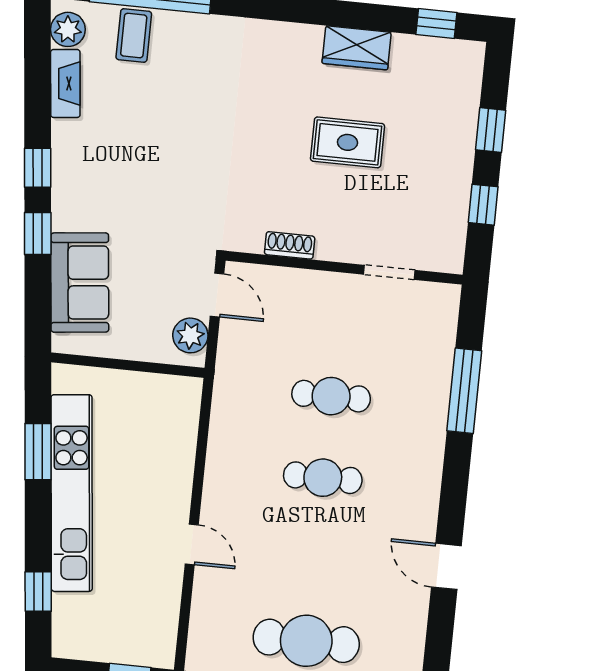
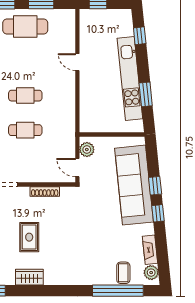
rug: (348, 142) -> (29, 237), turned 90
shoe rack: (290, 245) -> (45, 191), width x1.43
sofa: (80, 283) -> (134, 185), width x1.85, depth x1.27

